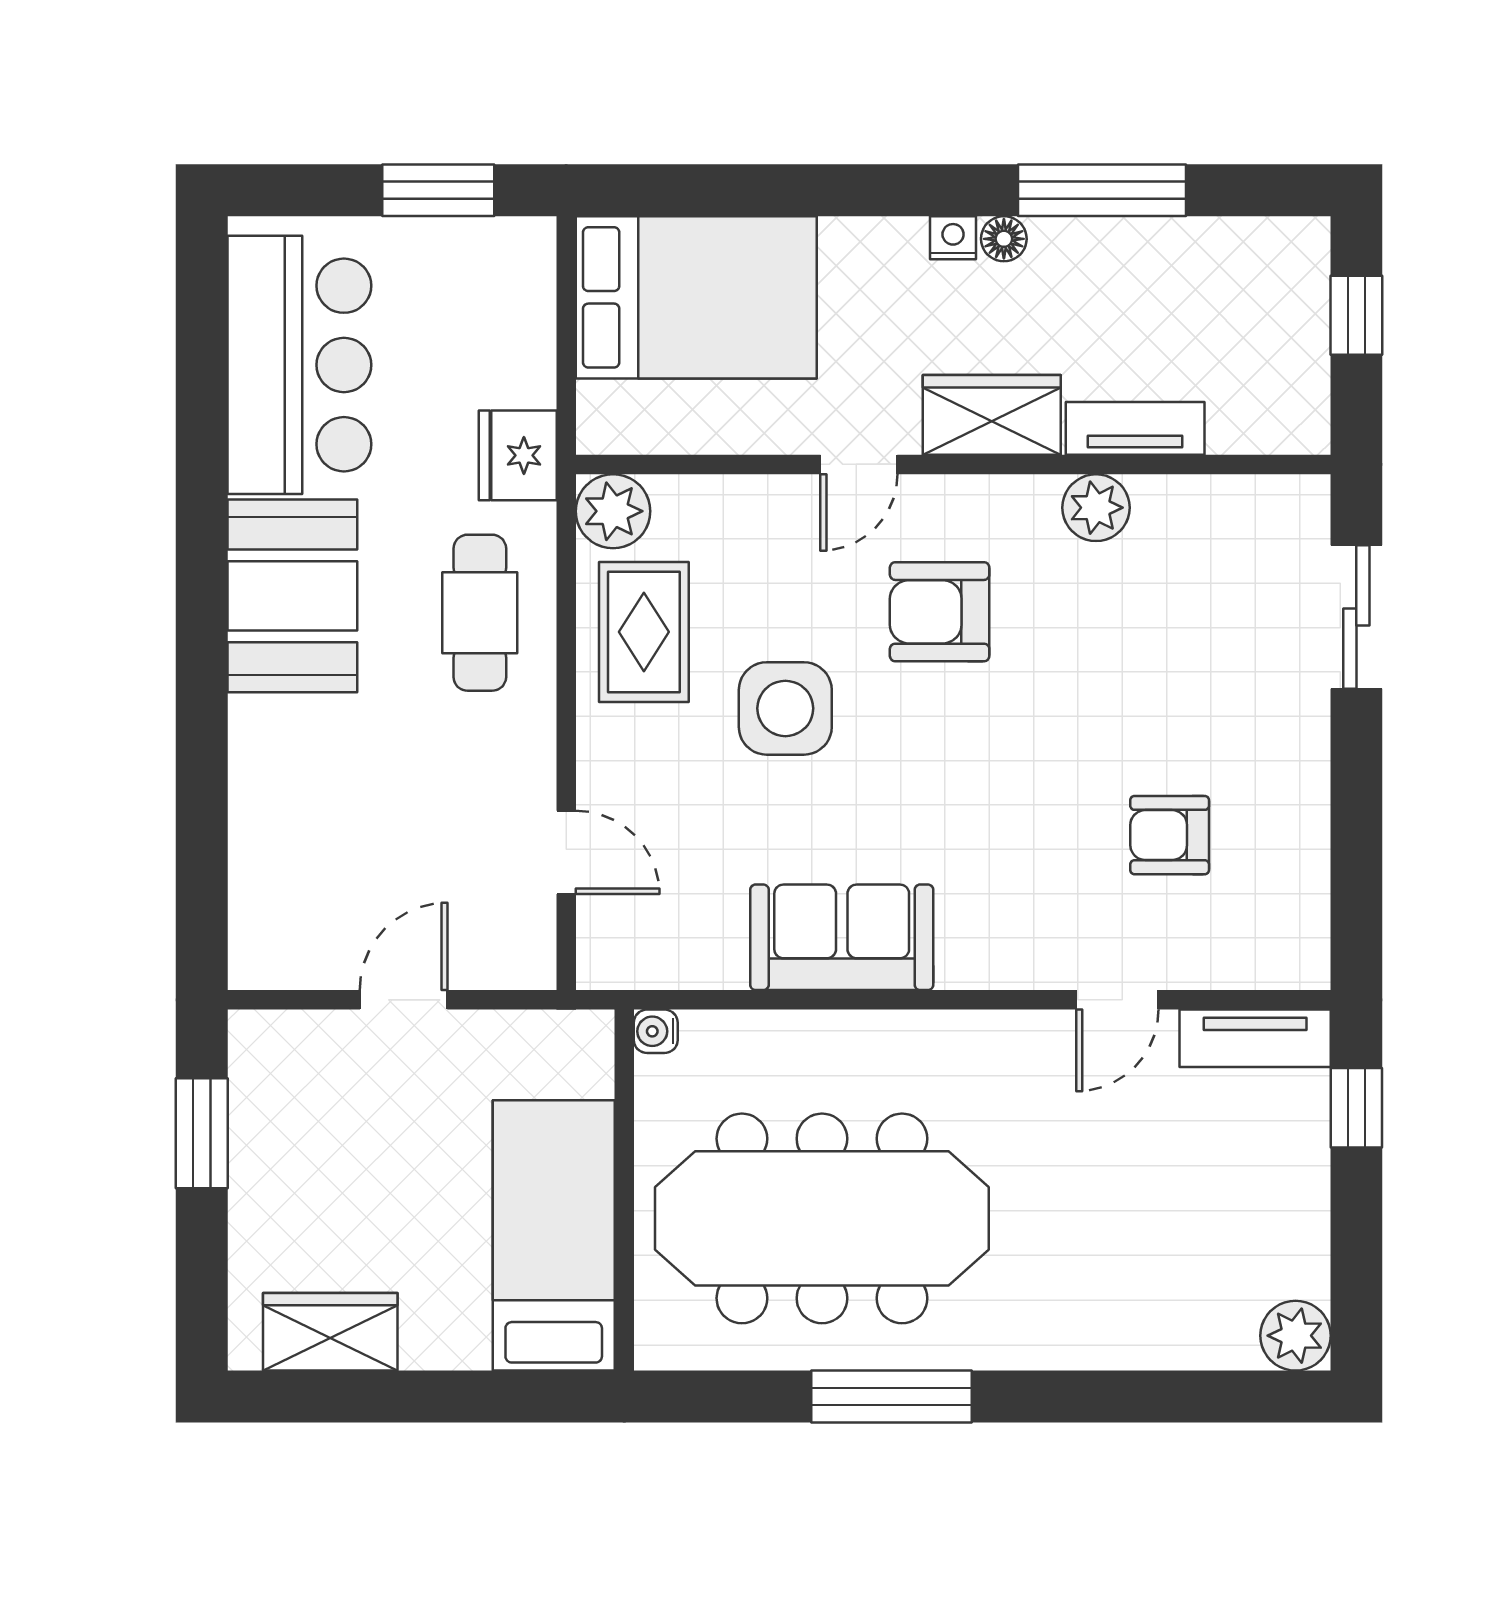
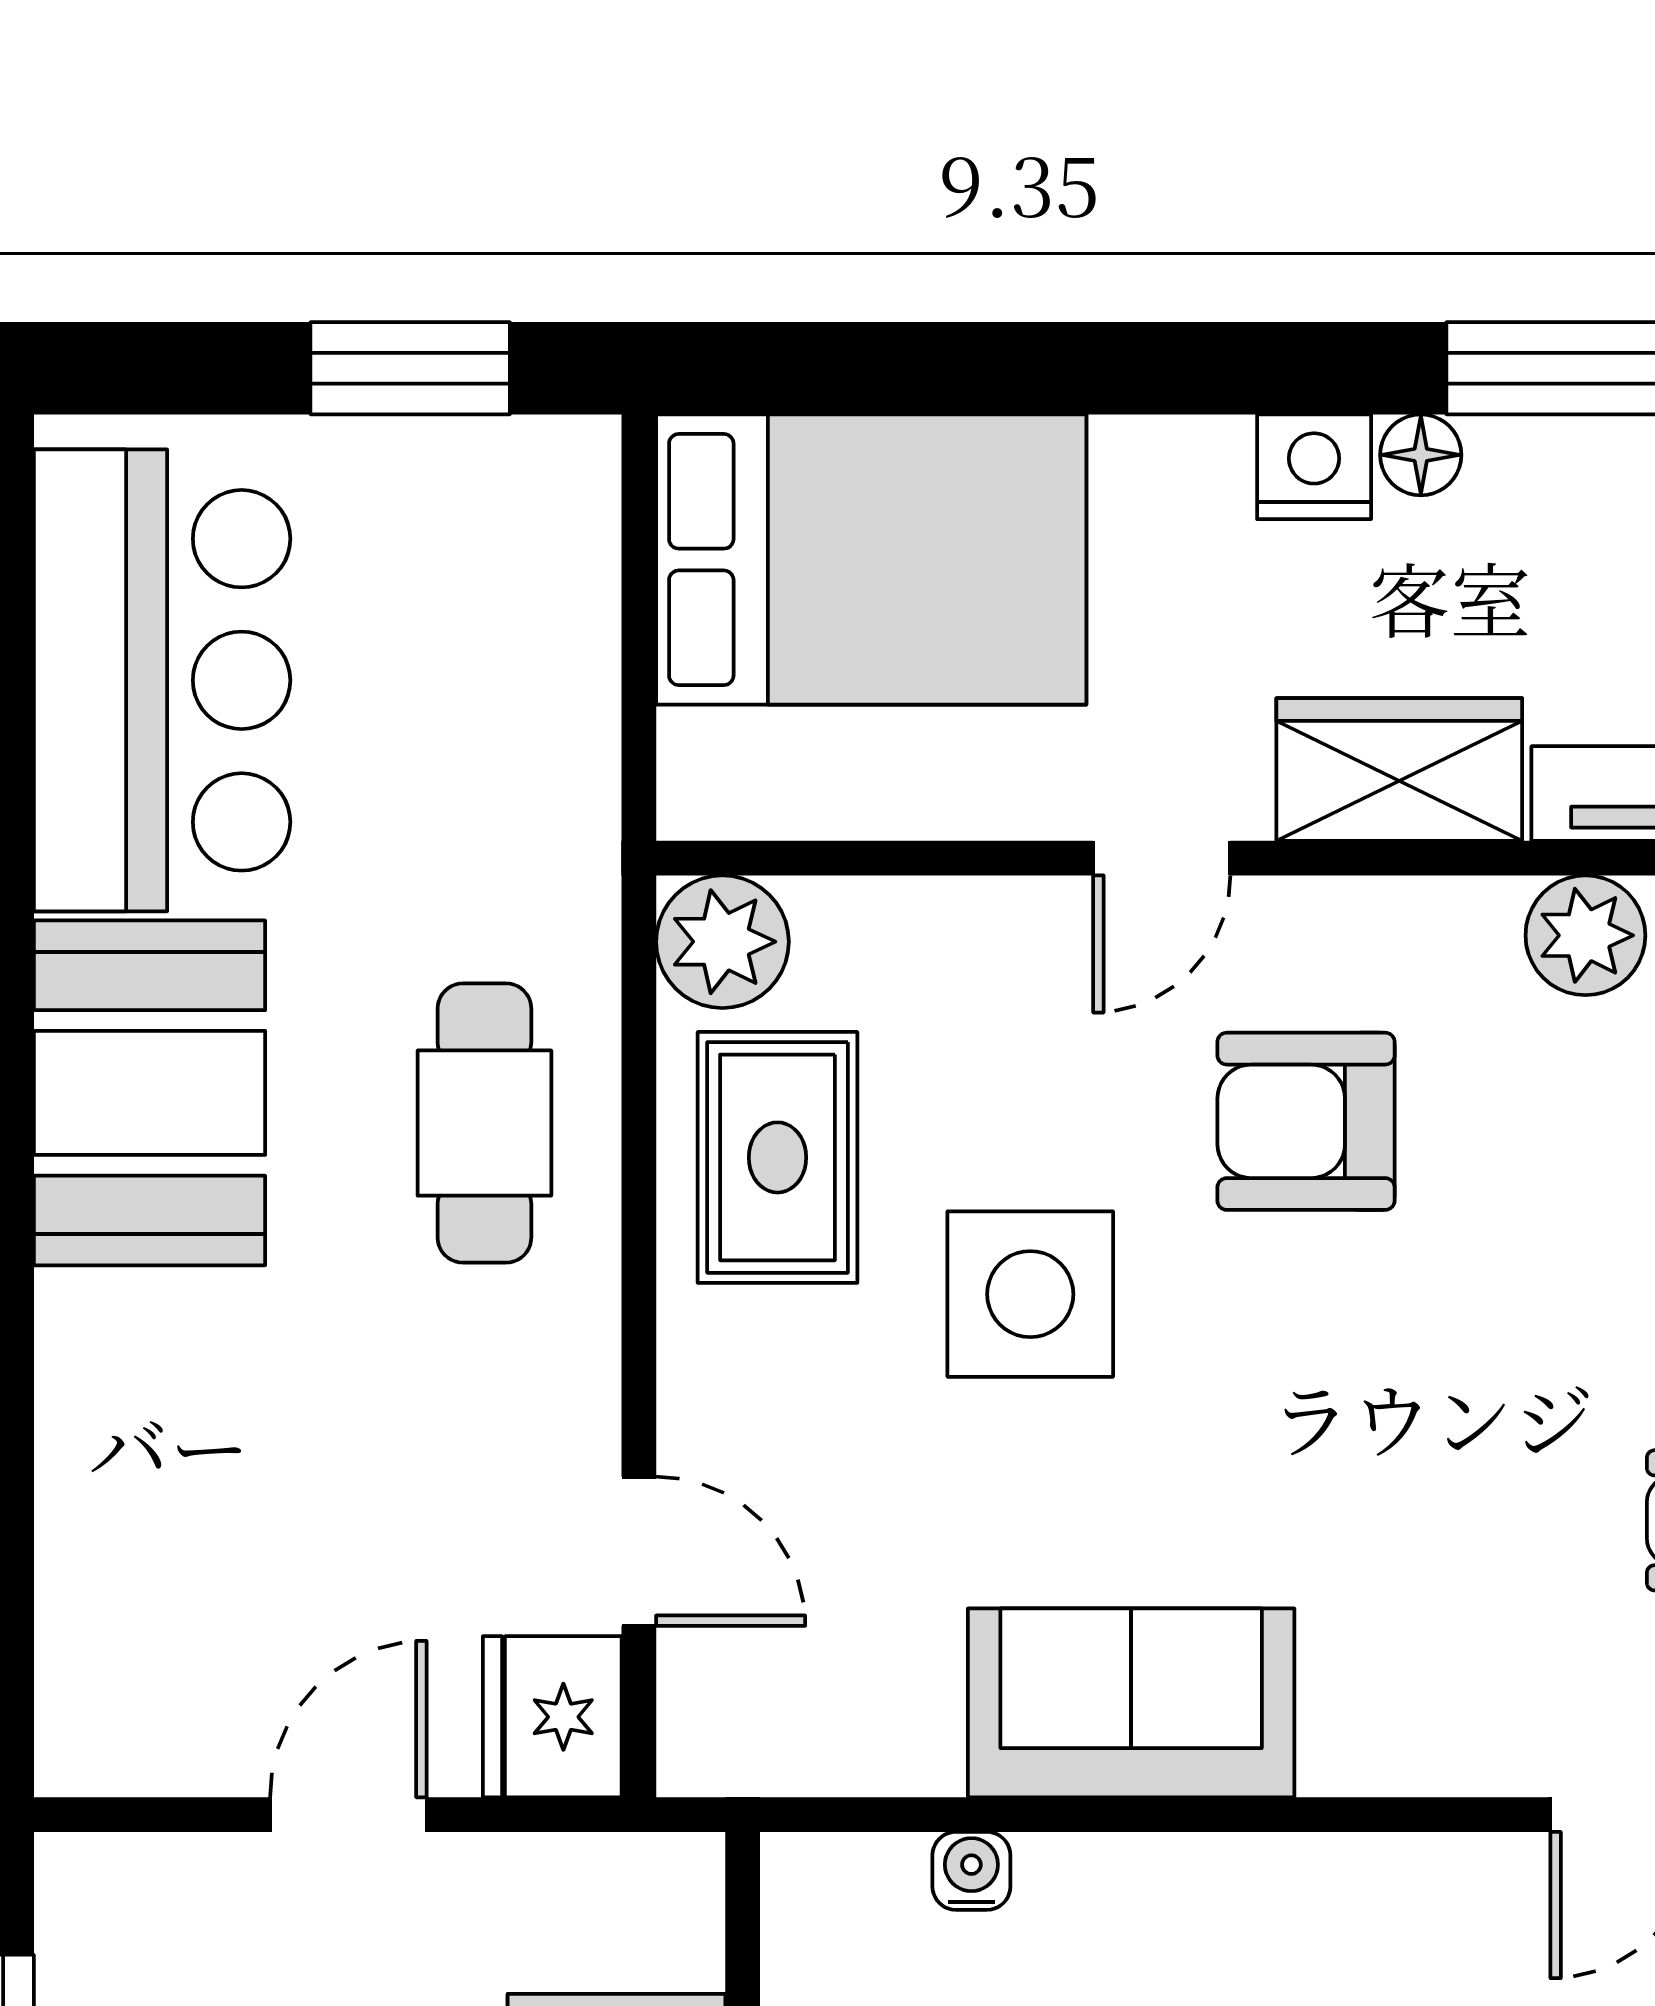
nightstand: (953, 238) -> (1314, 467), width x1.39, depth x1.35
fridge: (518, 455) -> (552, 1717), moved
water cooler: (656, 1031) -> (971, 1871), moved, turned 90

